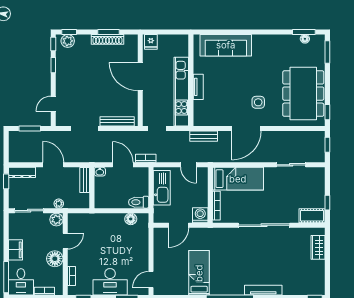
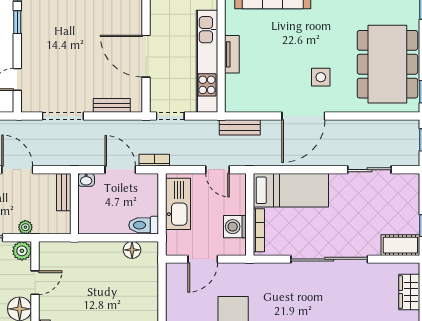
door: (140, 77) -> (146, 56), moved
bench: (117, 121) -> (112, 105), width x0.73
washing machine: (200, 215) -> (235, 227), moved, turned -90

